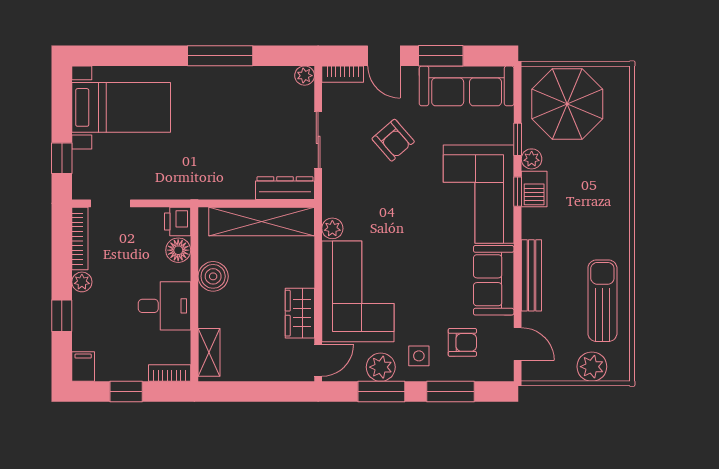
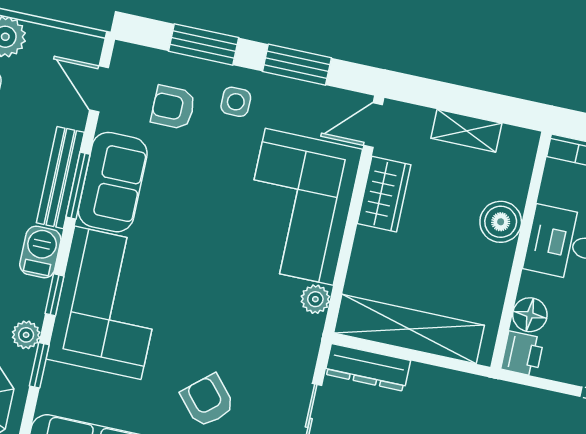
barbecue: (534, 189) -> (40, 252), moved
window: (518, 272) -> (78, 186), added
boiler: (213, 276) -> (501, 222), moved
shelving: (209, 352) -> (466, 131), moved, turned 90
plant: (381, 367) -> (291, 98), removed

